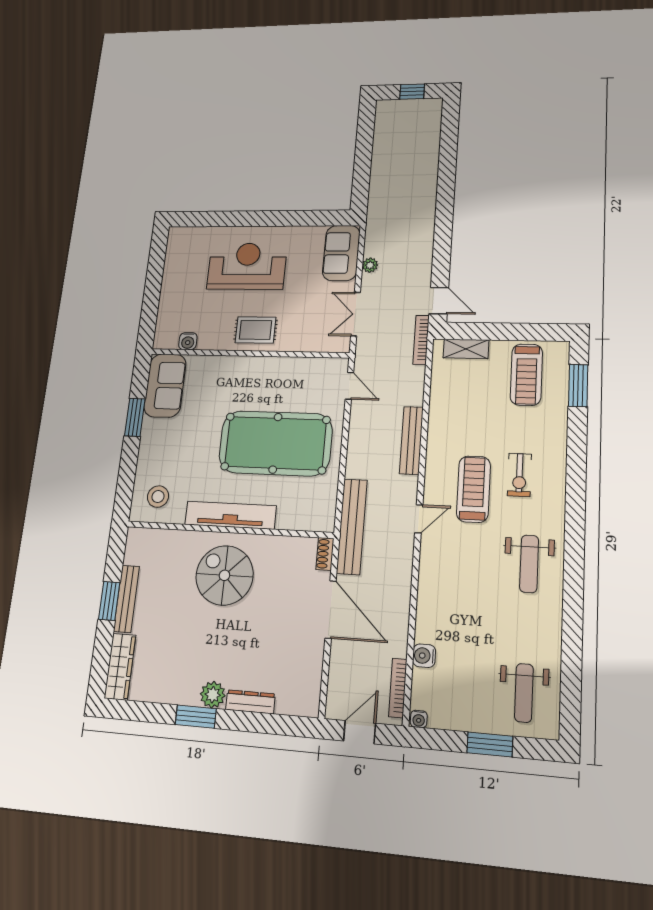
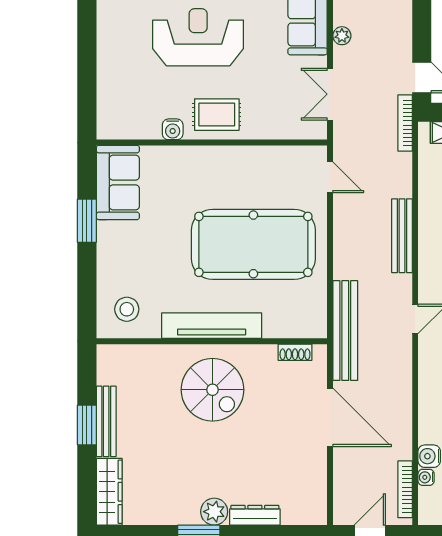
water cooler: (188, 341) -> (173, 129), moved
shoe rack: (325, 554) -> (295, 352), moved, turned -90
spiral stairs: (224, 575) -> (212, 390), turned 180
water cooler: (419, 719) -> (426, 477), moved, turned 90

